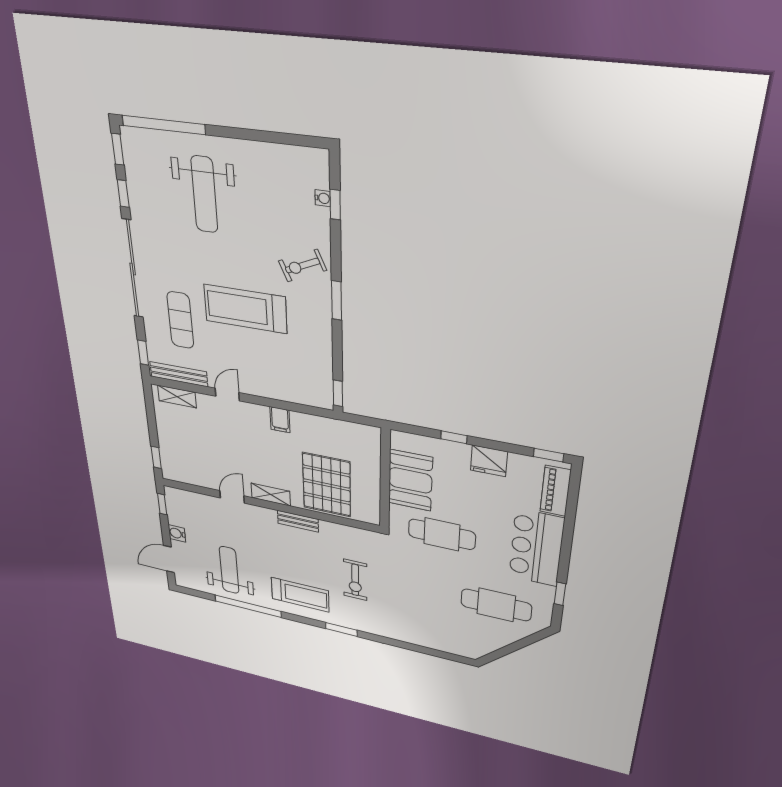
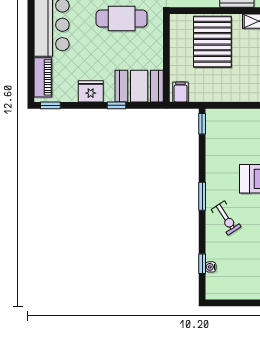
exercise bike: (302, 266) -> (226, 218), turned 81
filing cabinet: (280, 420) -> (181, 92), moved
booth: (410, 480) -> (139, 86), moved, turned 90

